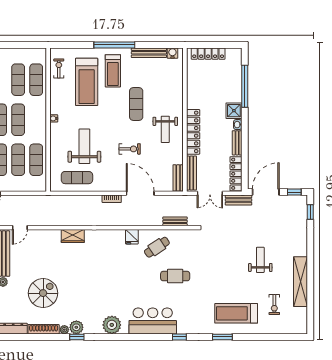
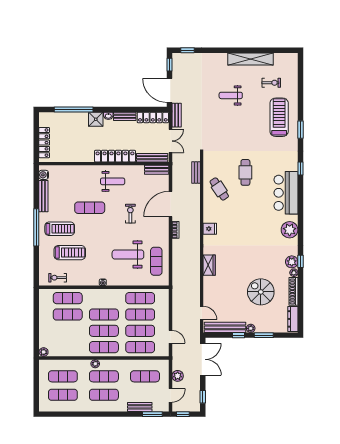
treadmill: (87, 82) -> (70, 253), width x0.73, depth x0.73
fridge: (132, 237) -> (210, 229), moved
treadmill: (236, 313) -> (279, 117), turned 180

